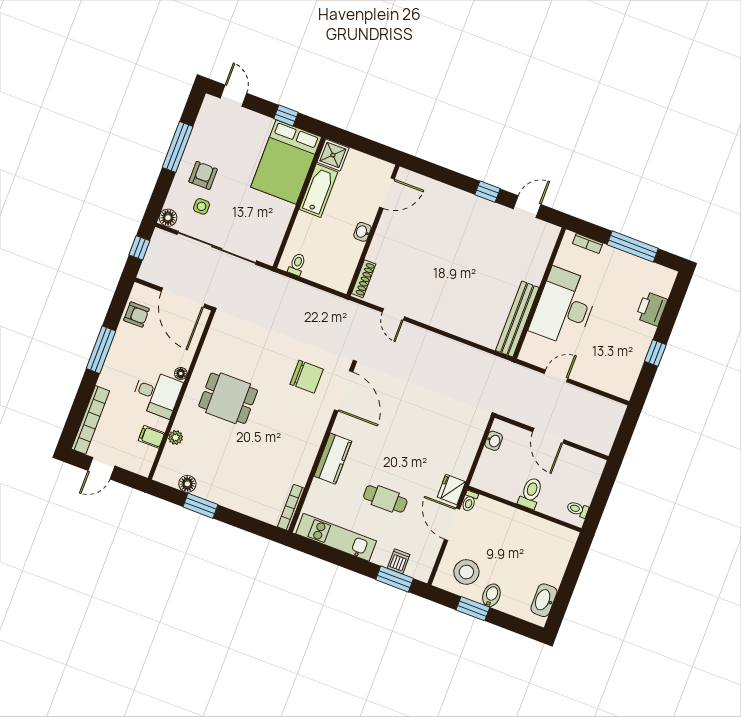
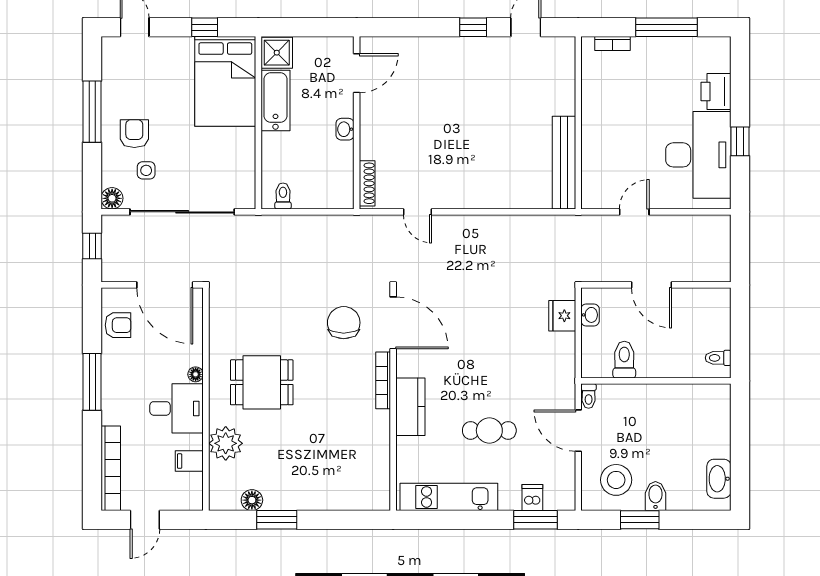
desk: (564, 307) -> (698, 155), moved, turned 180
chair: (307, 377) -> (344, 323), turned -90
plant: (176, 437) -> (226, 443), width x1.88, depth x1.88
fridge: (451, 489) -> (562, 316), moved
toilet: (531, 493) -> (624, 360), moved
bookcase: (291, 508) -> (383, 380), moved

